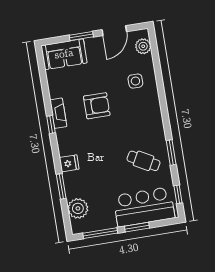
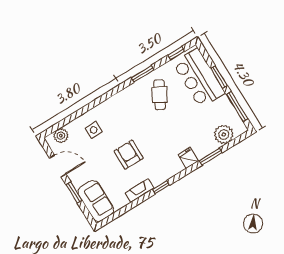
fireplace: (58, 113) -> (140, 190), moved

